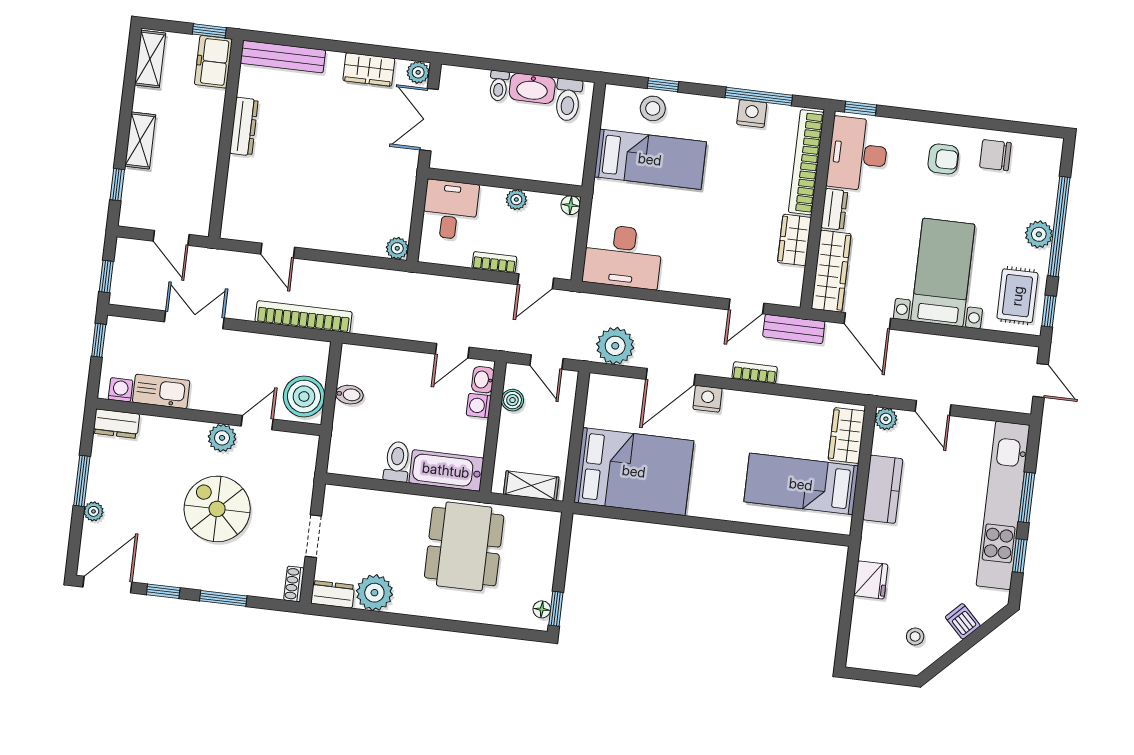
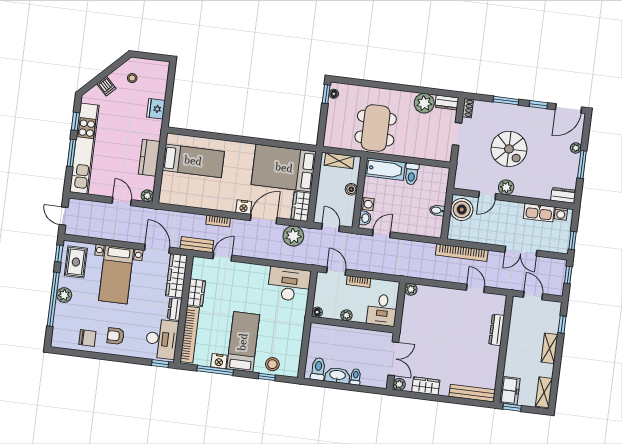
dresser: (244, 126) -> (497, 330), moved
bed: (650, 159) -> (243, 342), moved, turned 90
door: (536, 281) -> (336, 271), hinge flipped
boiler: (512, 400) -> (351, 189), moved
wardrobe: (847, 436) -> (301, 206), moved, turned 180

